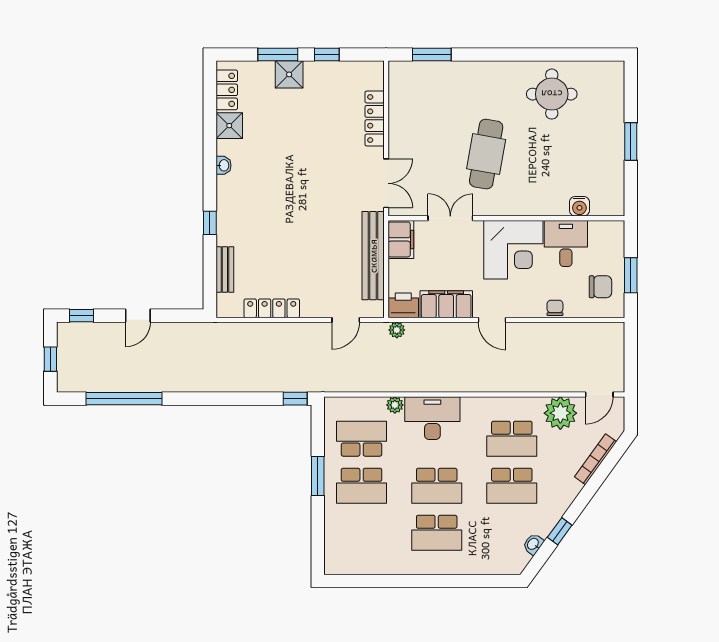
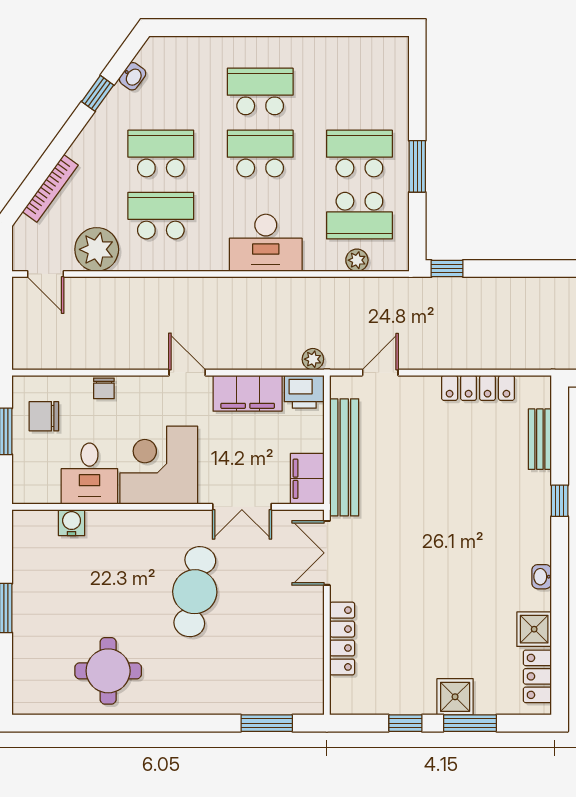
door: (599, 394) -> (46, 274), swing flipped
plant: (395, 405) -> (357, 260), moved

